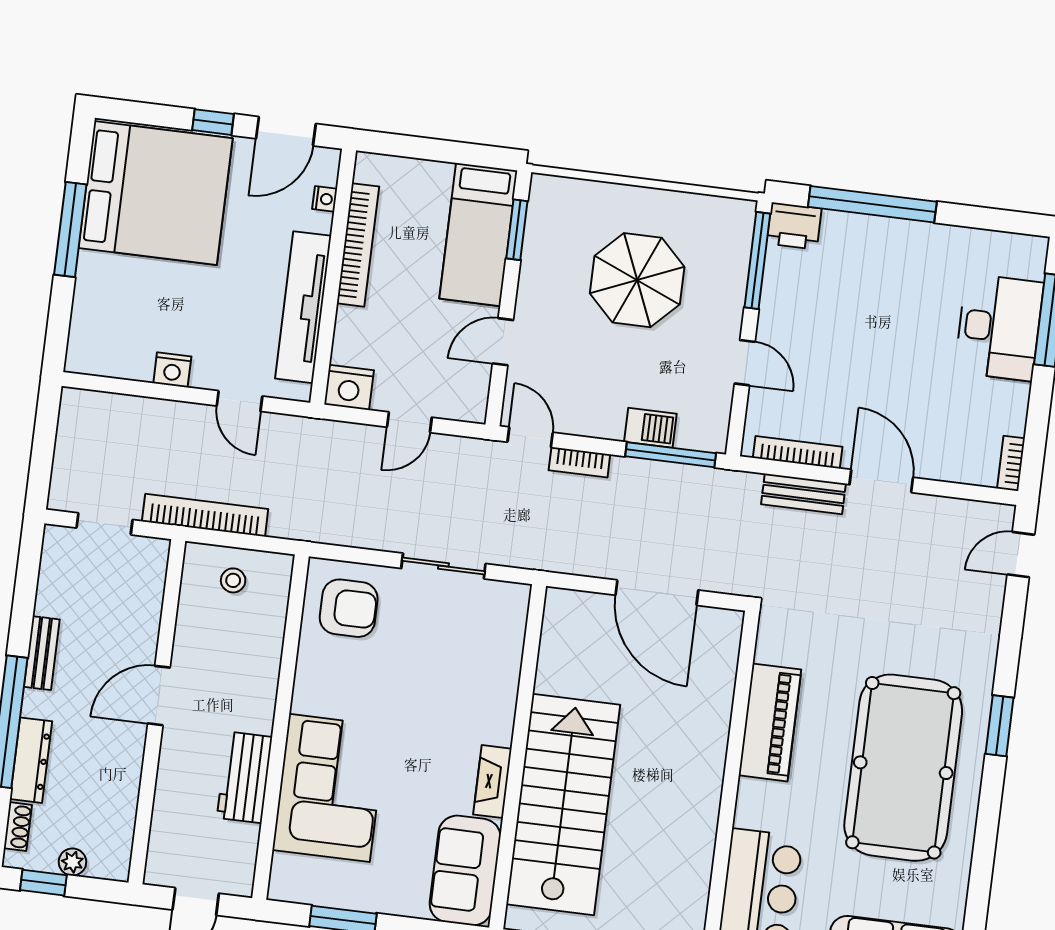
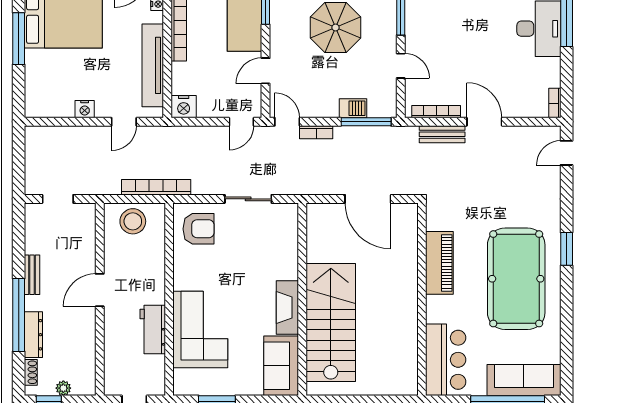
door: (239, 401) -> (124, 122), hinge flipped
door: (409, 422) -> (241, 122), moved
bookcase: (205, 515) -> (156, 187), moved
stool: (233, 580) -> (133, 221), width x1.89, depth x1.89
fireplace: (492, 782) -> (287, 308), width x1.37, depth x1.32

